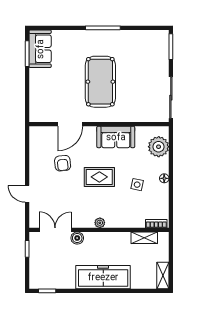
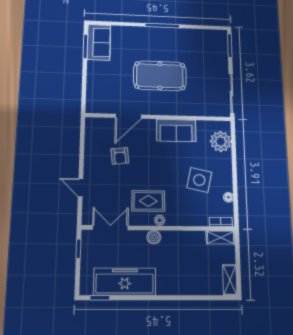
pool table: (100, 82) -> (160, 76), turned 90
rug: (99, 177) -> (148, 201), moved
floor lamp: (164, 178) -> (228, 197), moved
side table: (137, 185) -> (199, 180), width x1.87, depth x1.87
boiler: (77, 238) -> (154, 237), moved
shelving: (144, 238) -> (221, 238), moved
freezer: (103, 277) -> (125, 282), moved

